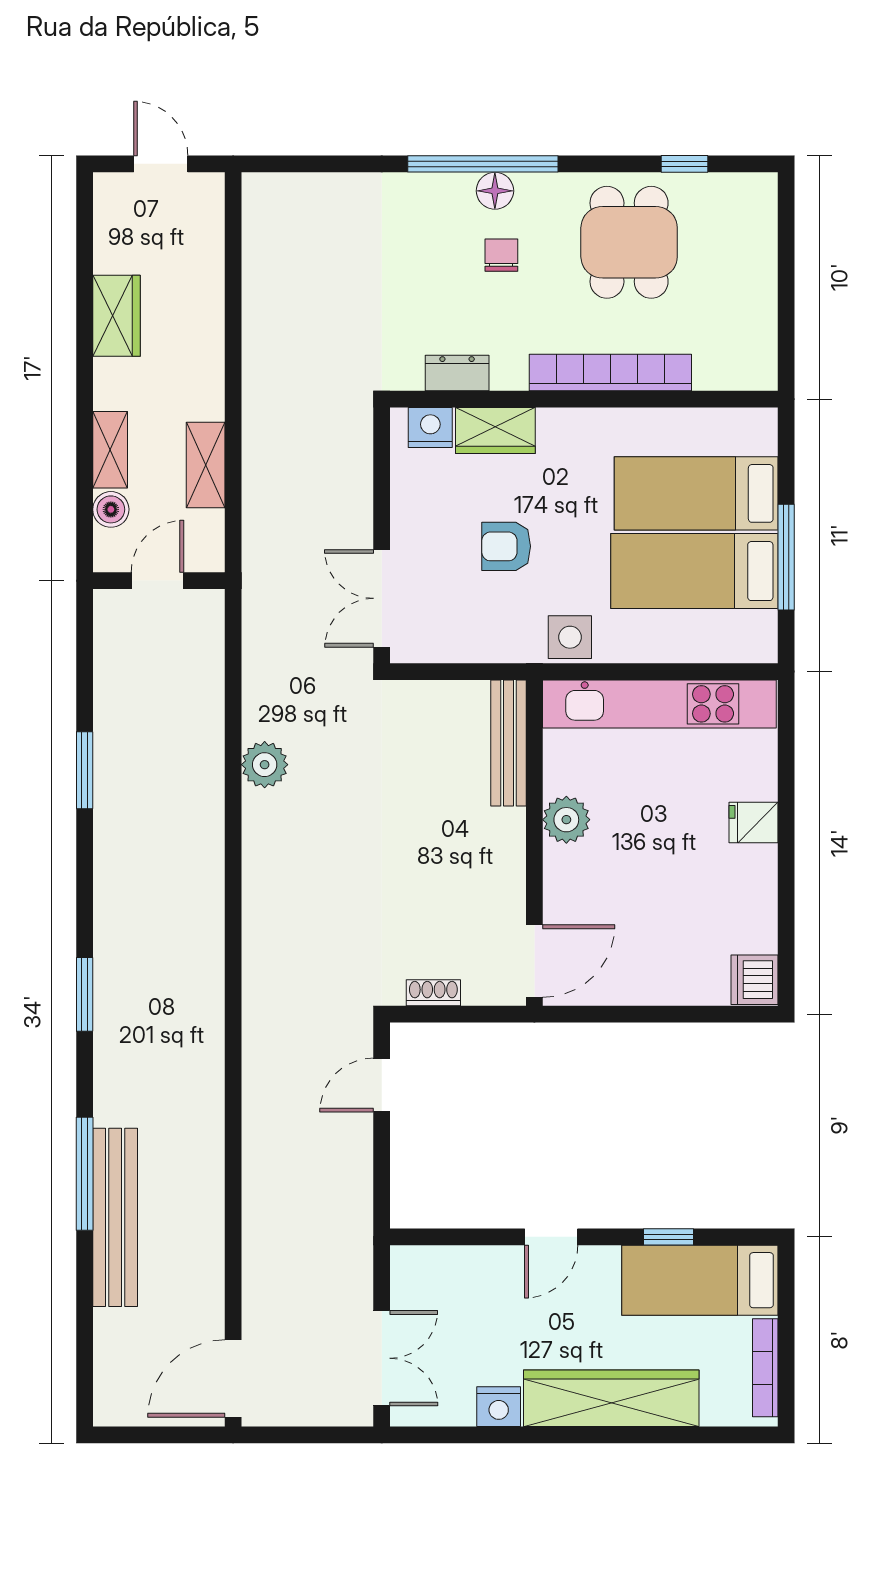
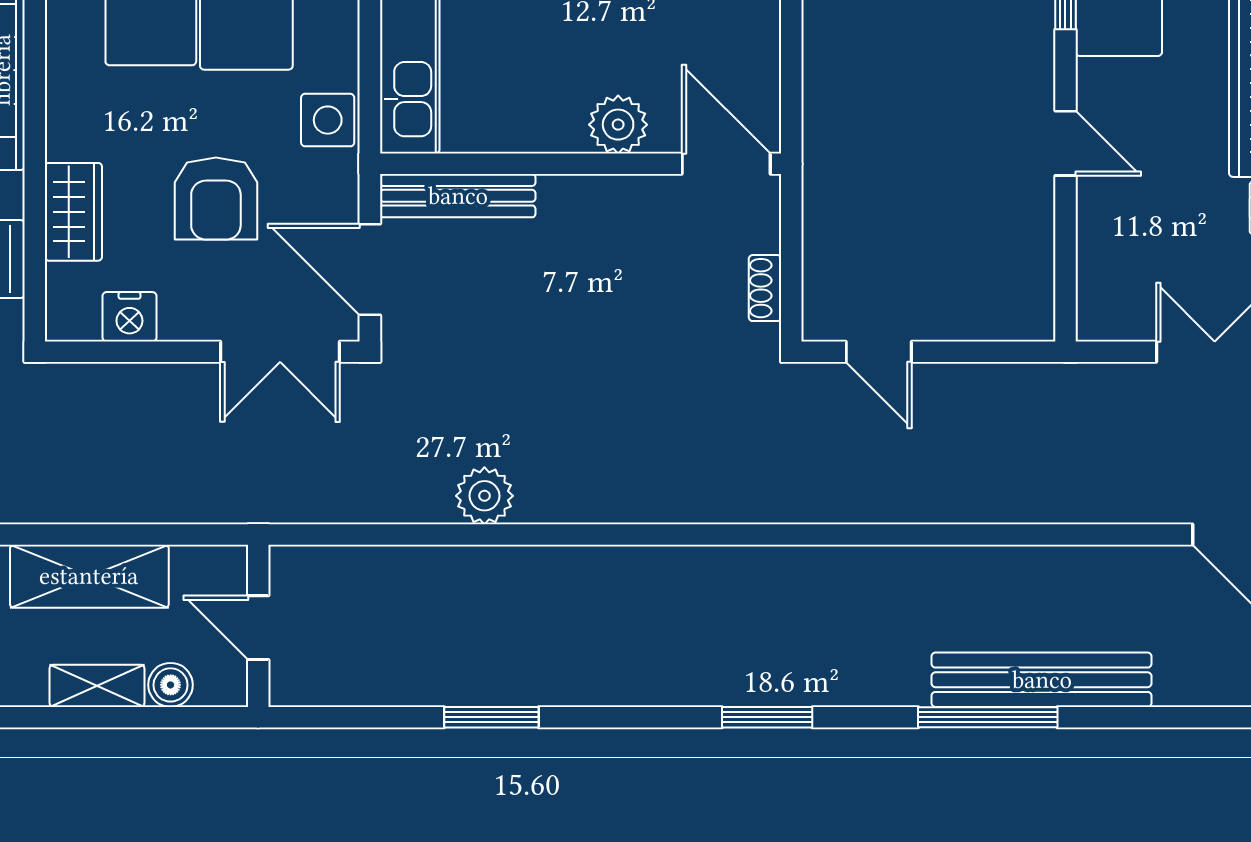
nightstand: (430, 428) -> (129, 317), moved, turned -90
shelving: (206, 465) -> (89, 576), width x1.50, depth x1.33
armchair: (506, 546) -> (216, 199), width x1.38, depth x1.38
door: (449, 672) -> (370, 269), added
plant: (566, 820) -> (618, 125), moved

